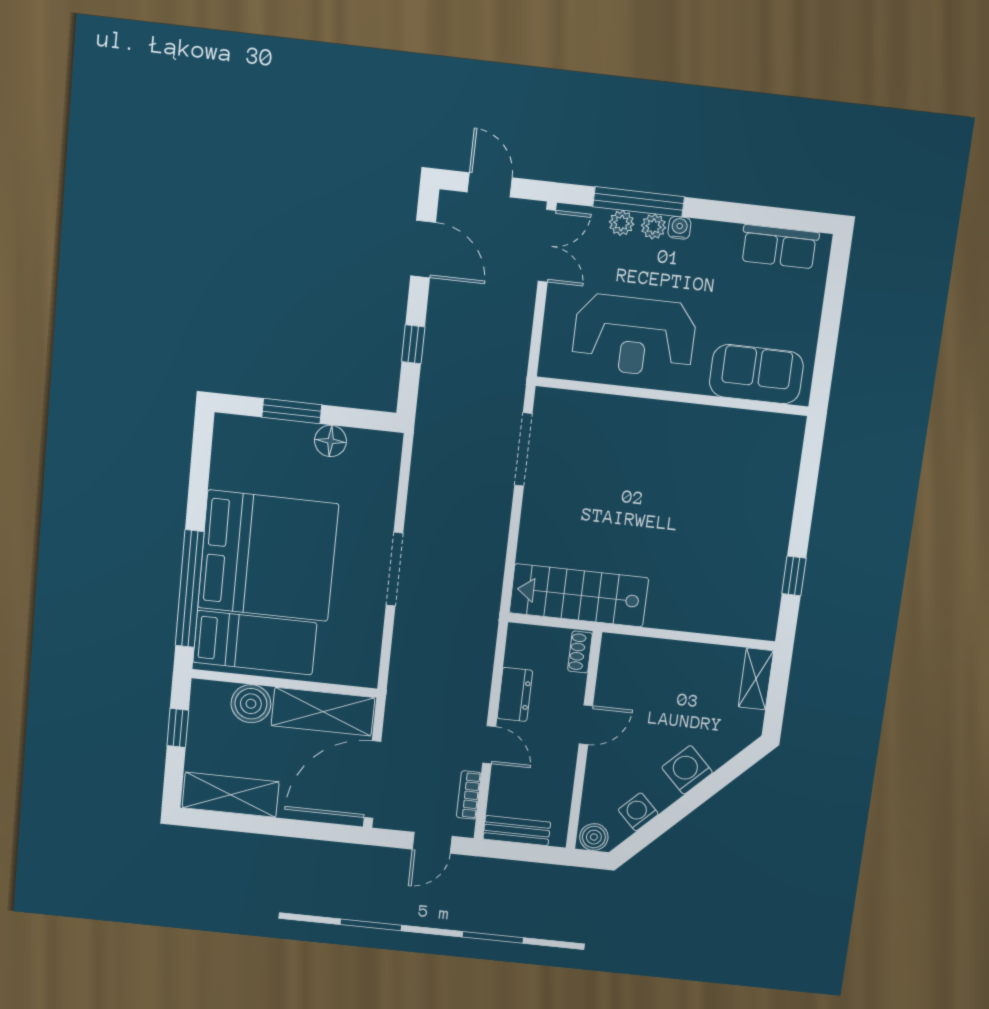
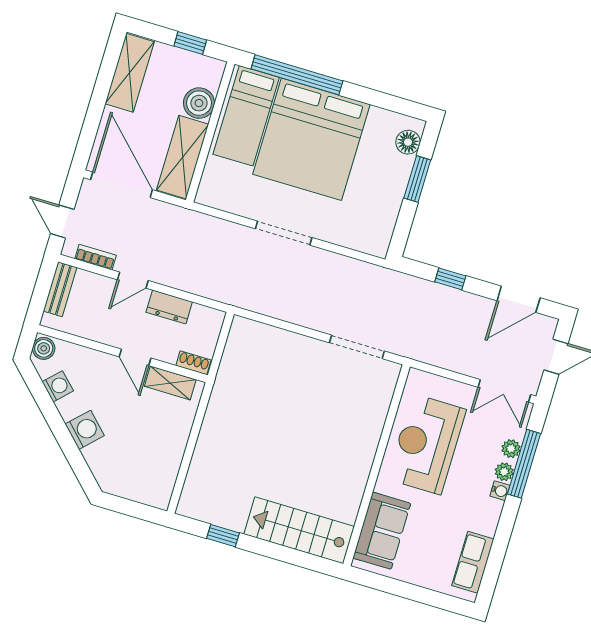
floor lamp: (330, 441) -> (408, 142), moved
stairs: (579, 595) -> (299, 530), moved, turned -90
shelving: (756, 679) -> (170, 383), moved

